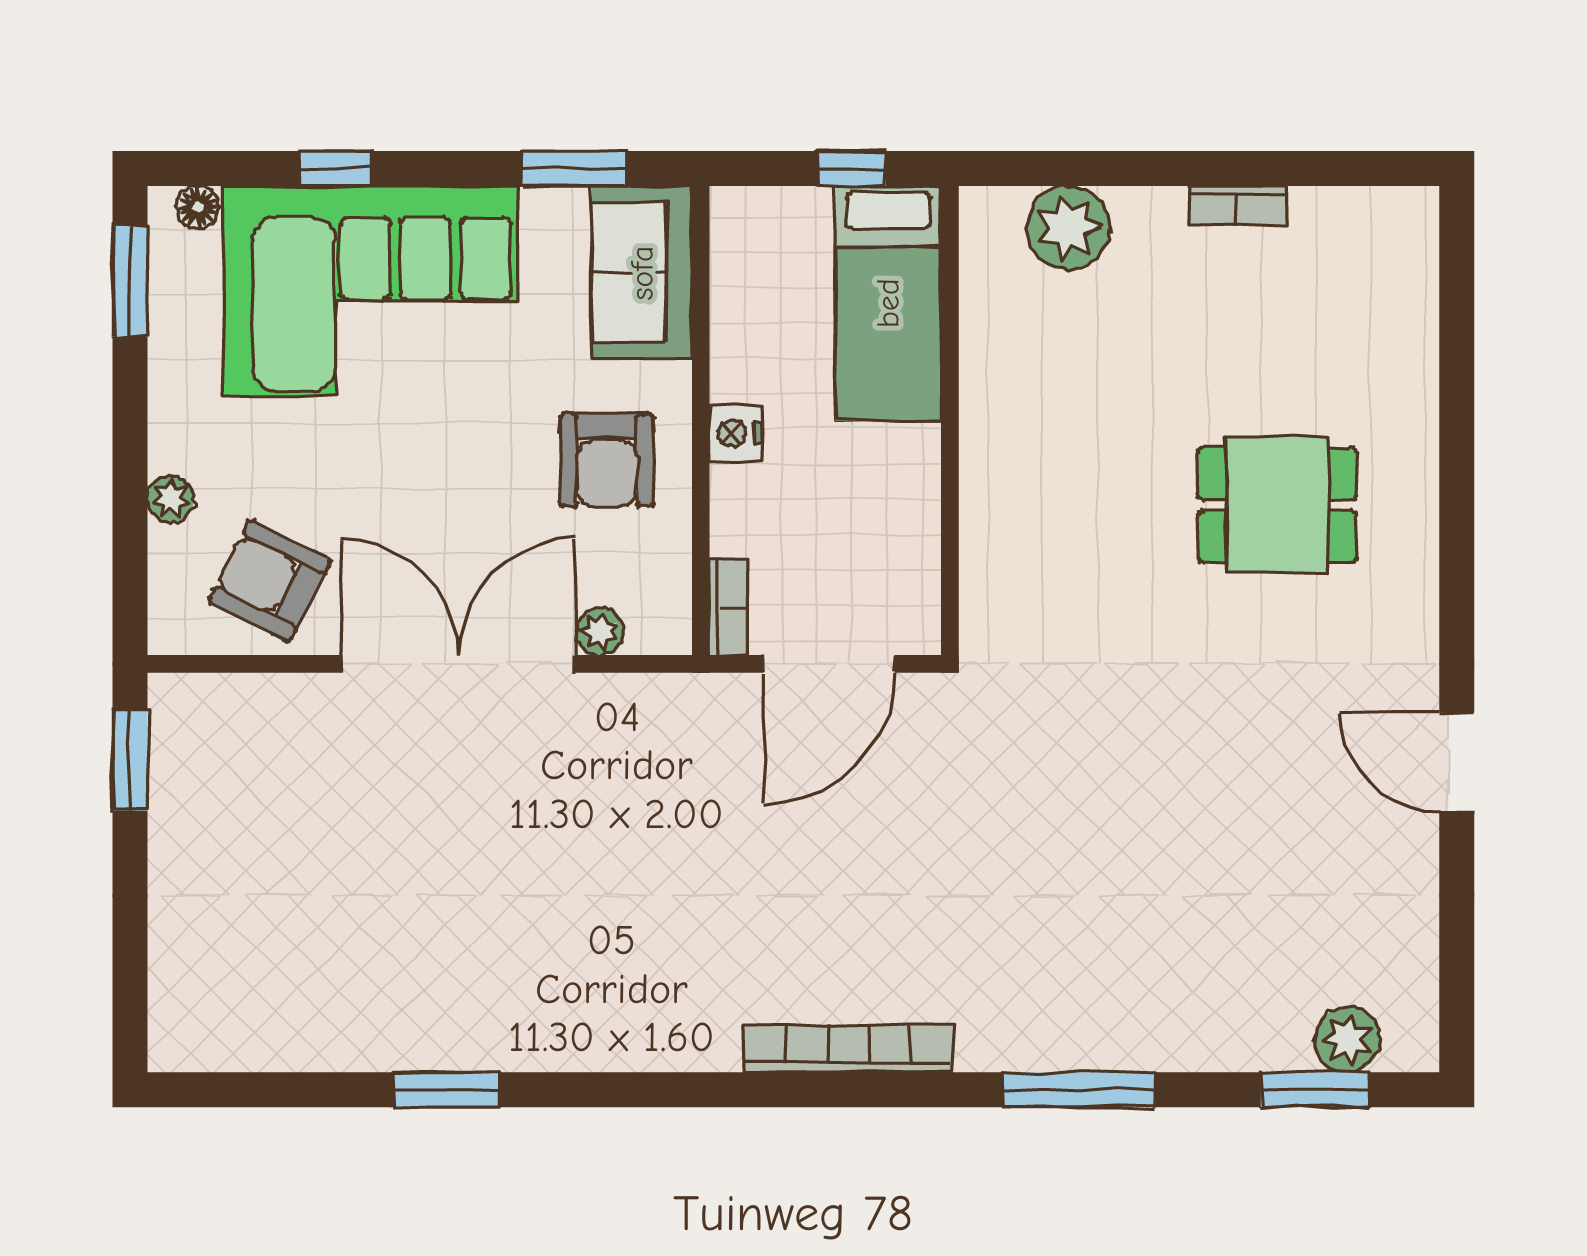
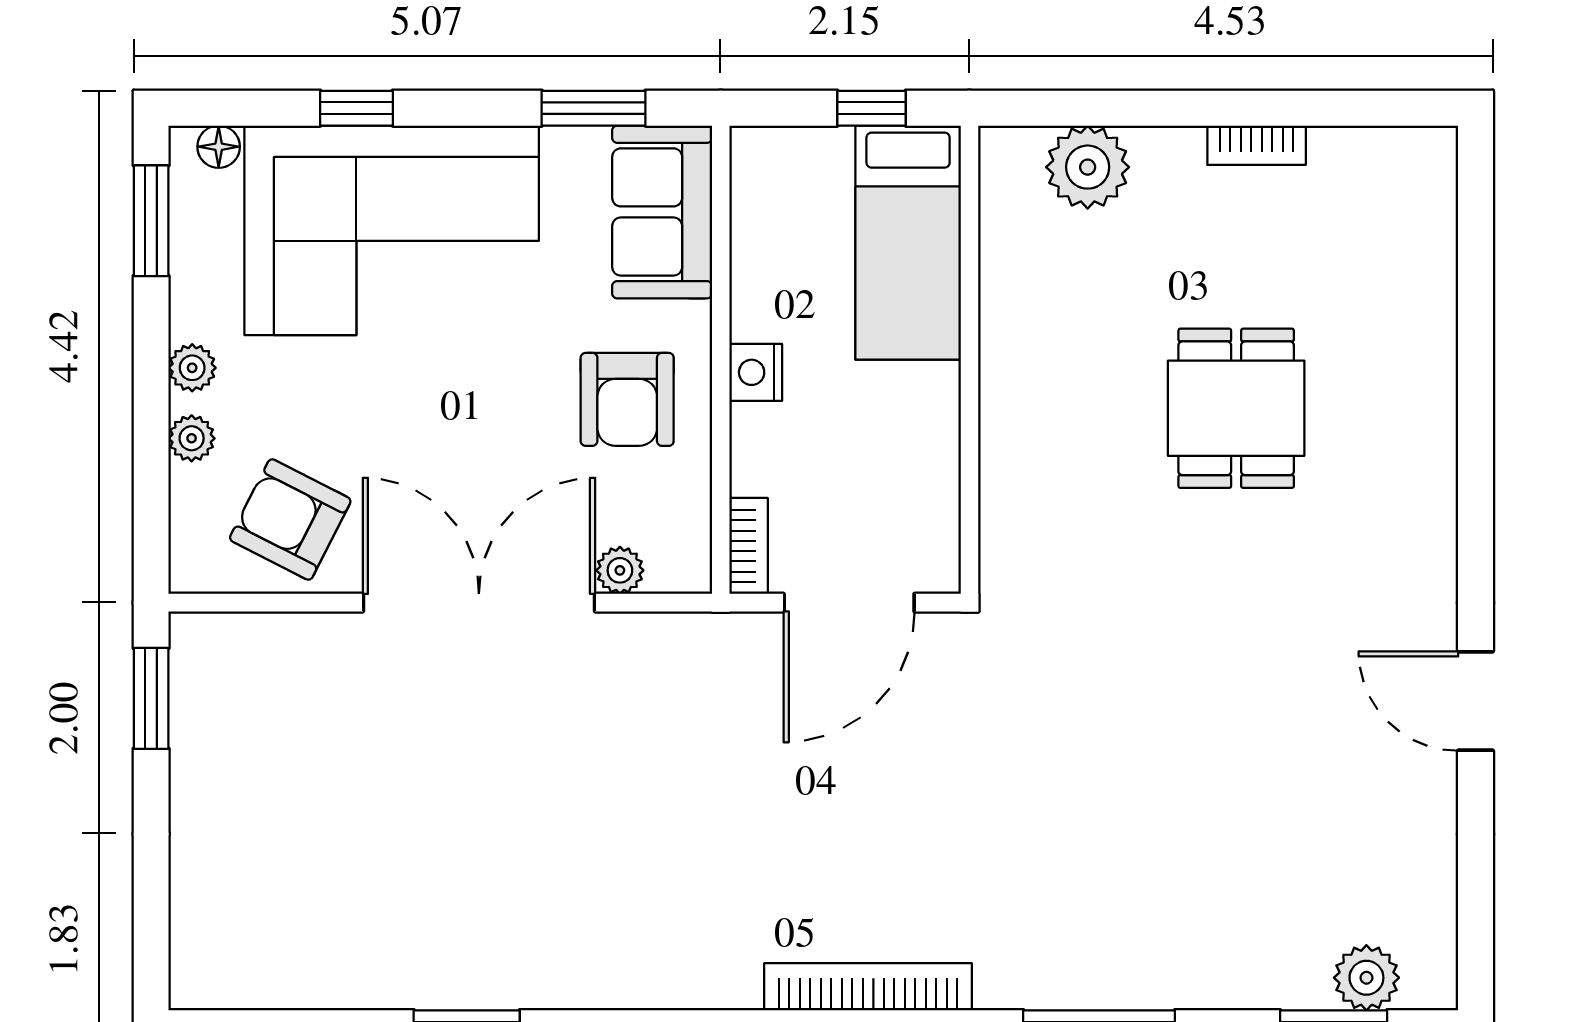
plant: (171, 429) -> (192, 368), added
dining table: (1277, 505) -> (1236, 408), moved, turned 90

